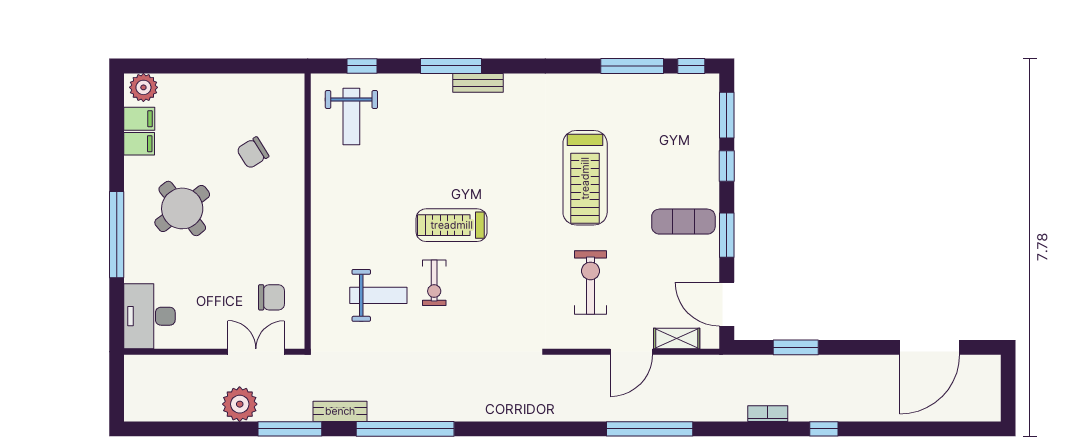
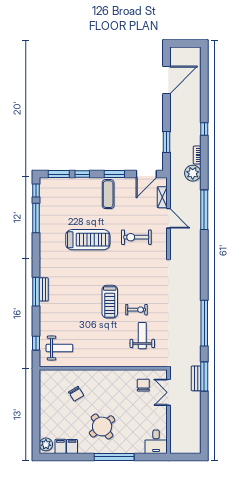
window: (451, 66) -> (36, 292), moved
desk: (149, 316) -> (156, 442), width x0.73
door: (930, 347) -> (166, 80), hinge flipped
plant: (240, 404) -> (193, 173), moved
bench: (340, 411) -> (196, 378), moved

